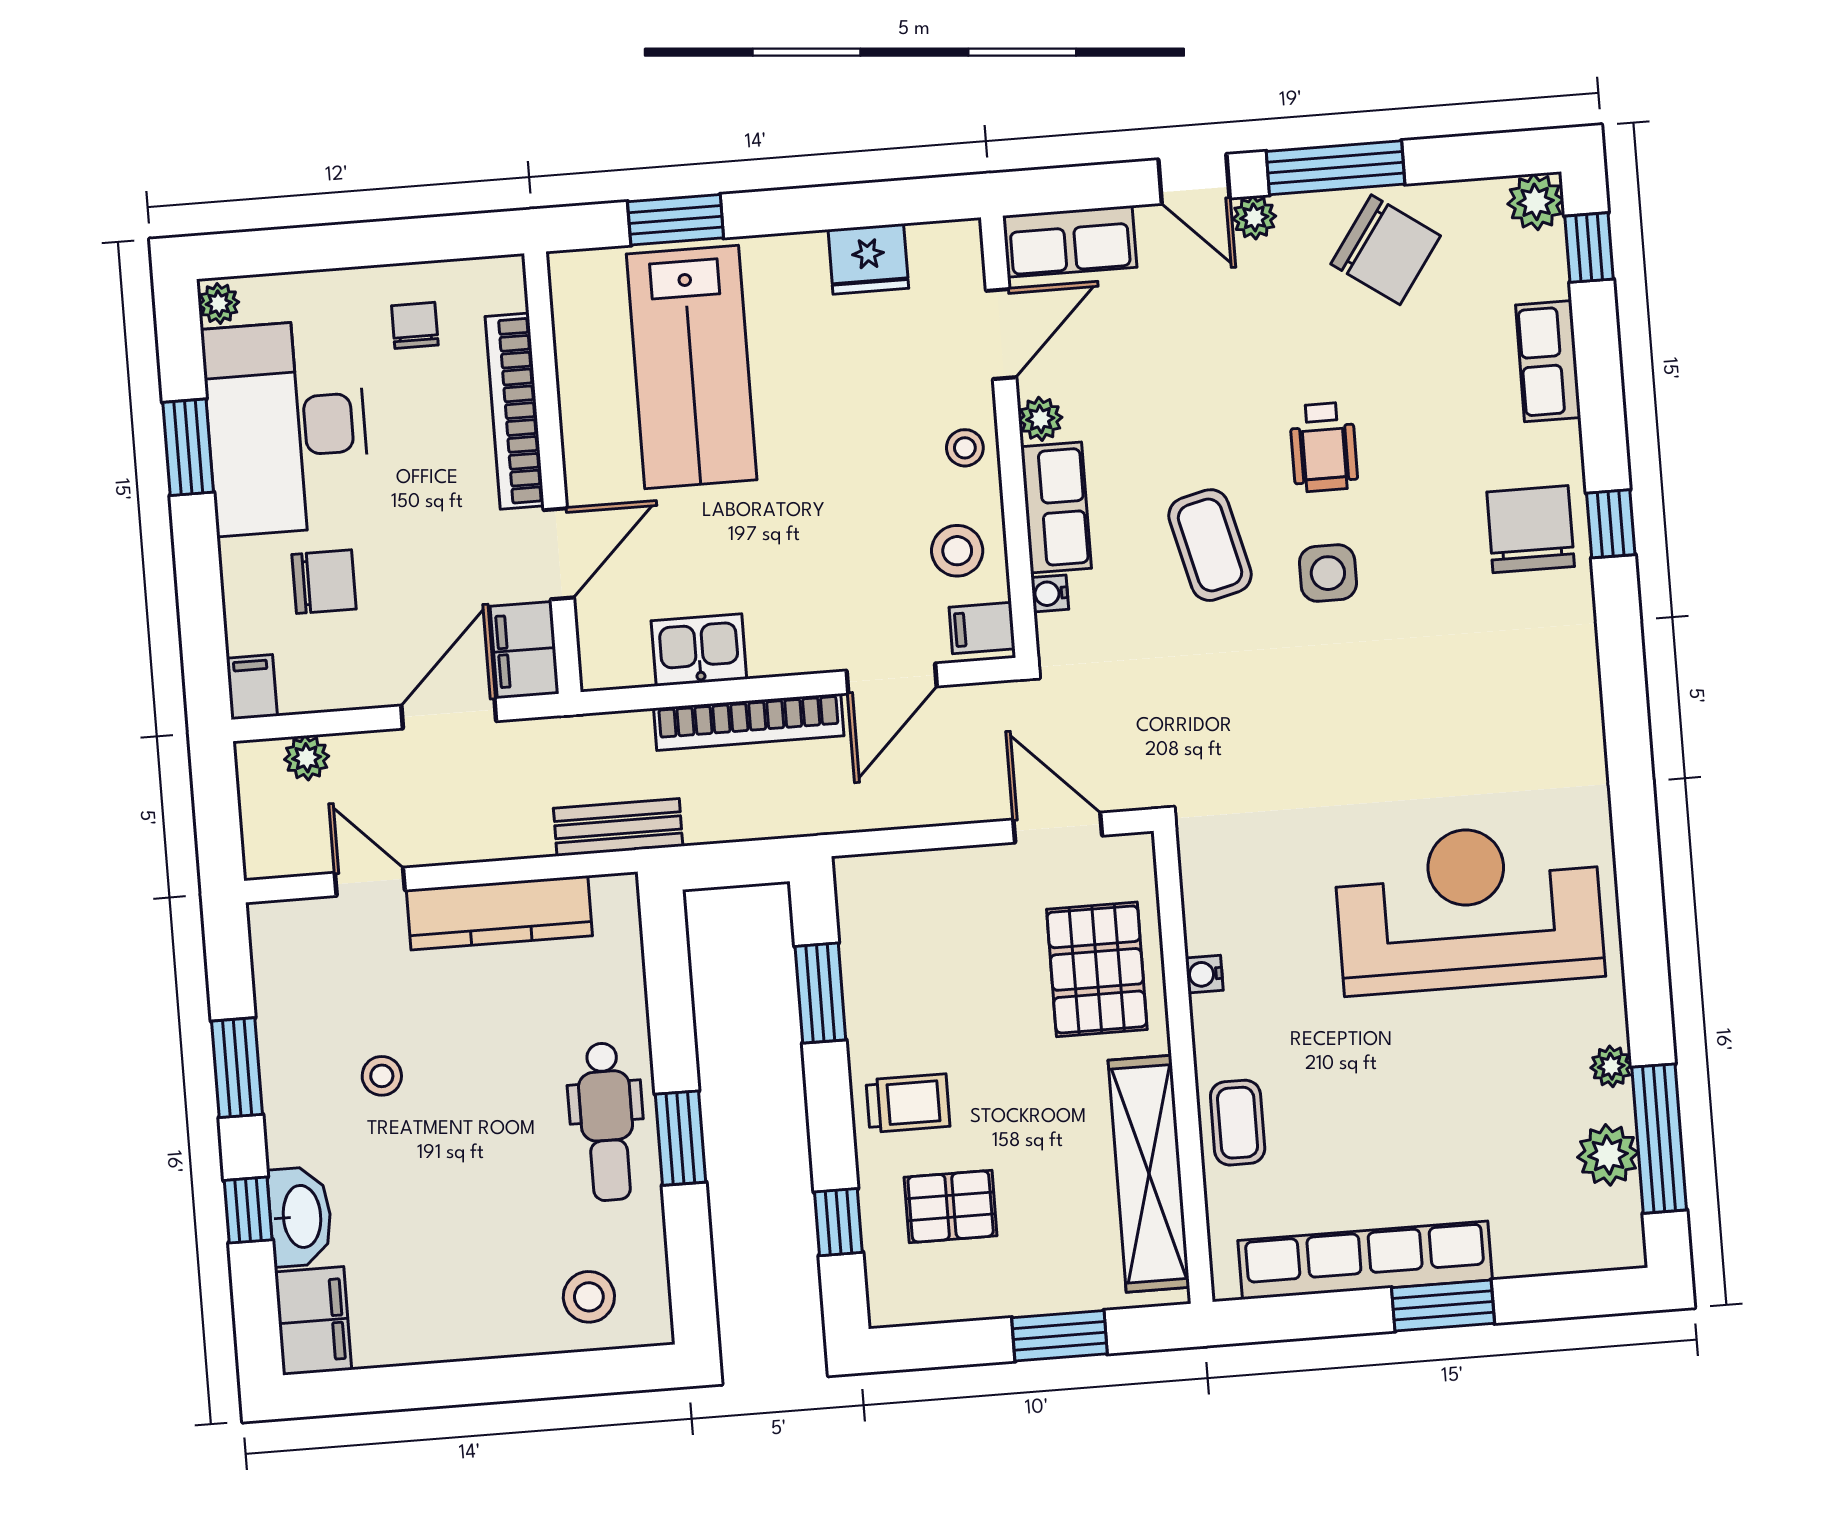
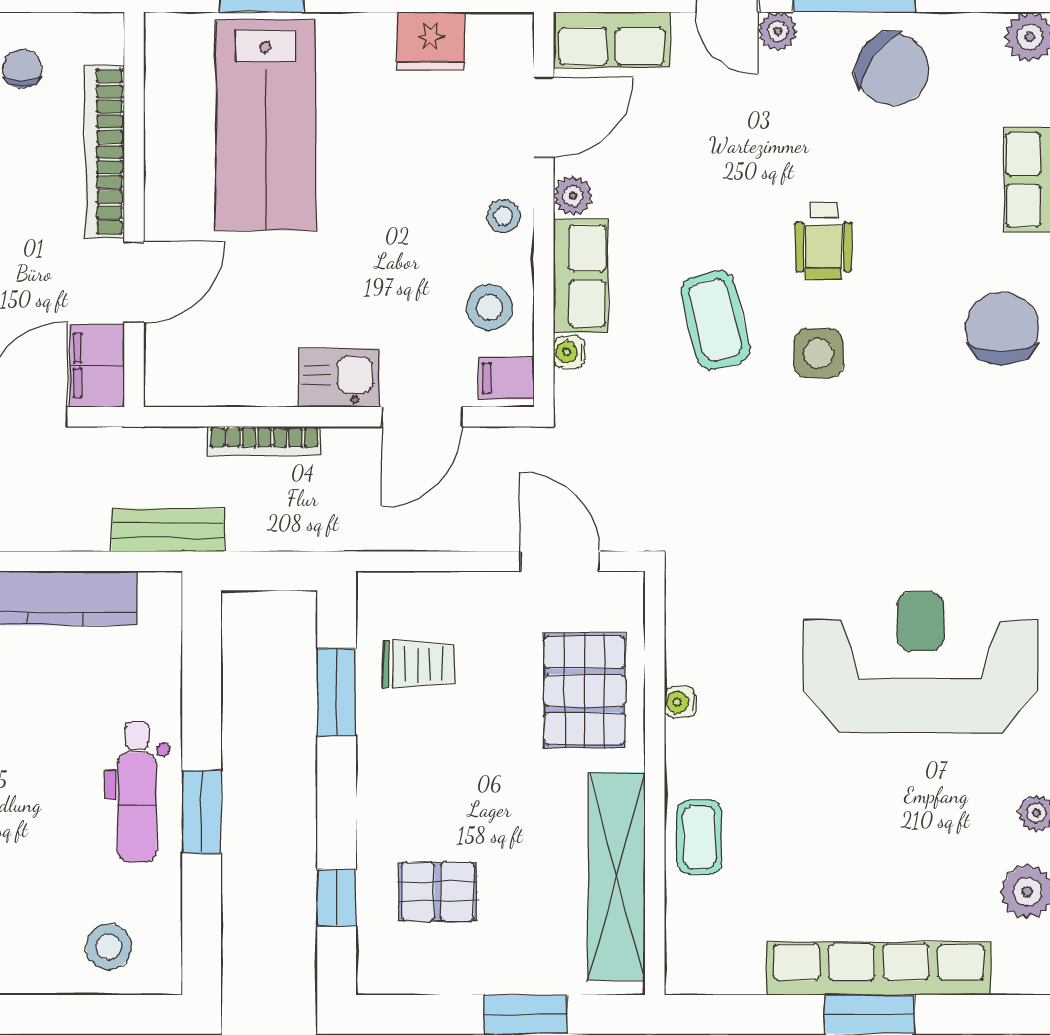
kitchen sink: (699, 650) -> (339, 378), moved
bookcase: (749, 722) -> (264, 441), width x0.68, depth x0.76
trolley: (908, 1103) -> (419, 664), moved
row of seats: (1365, 1260) -> (879, 969), moved

